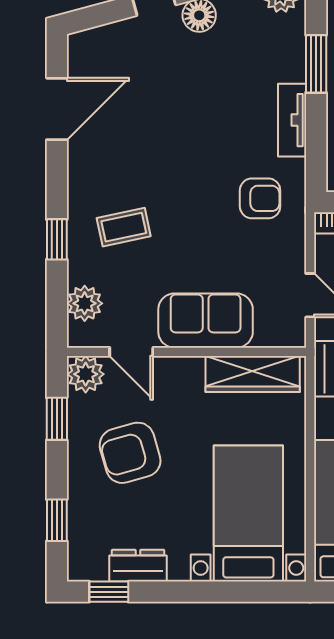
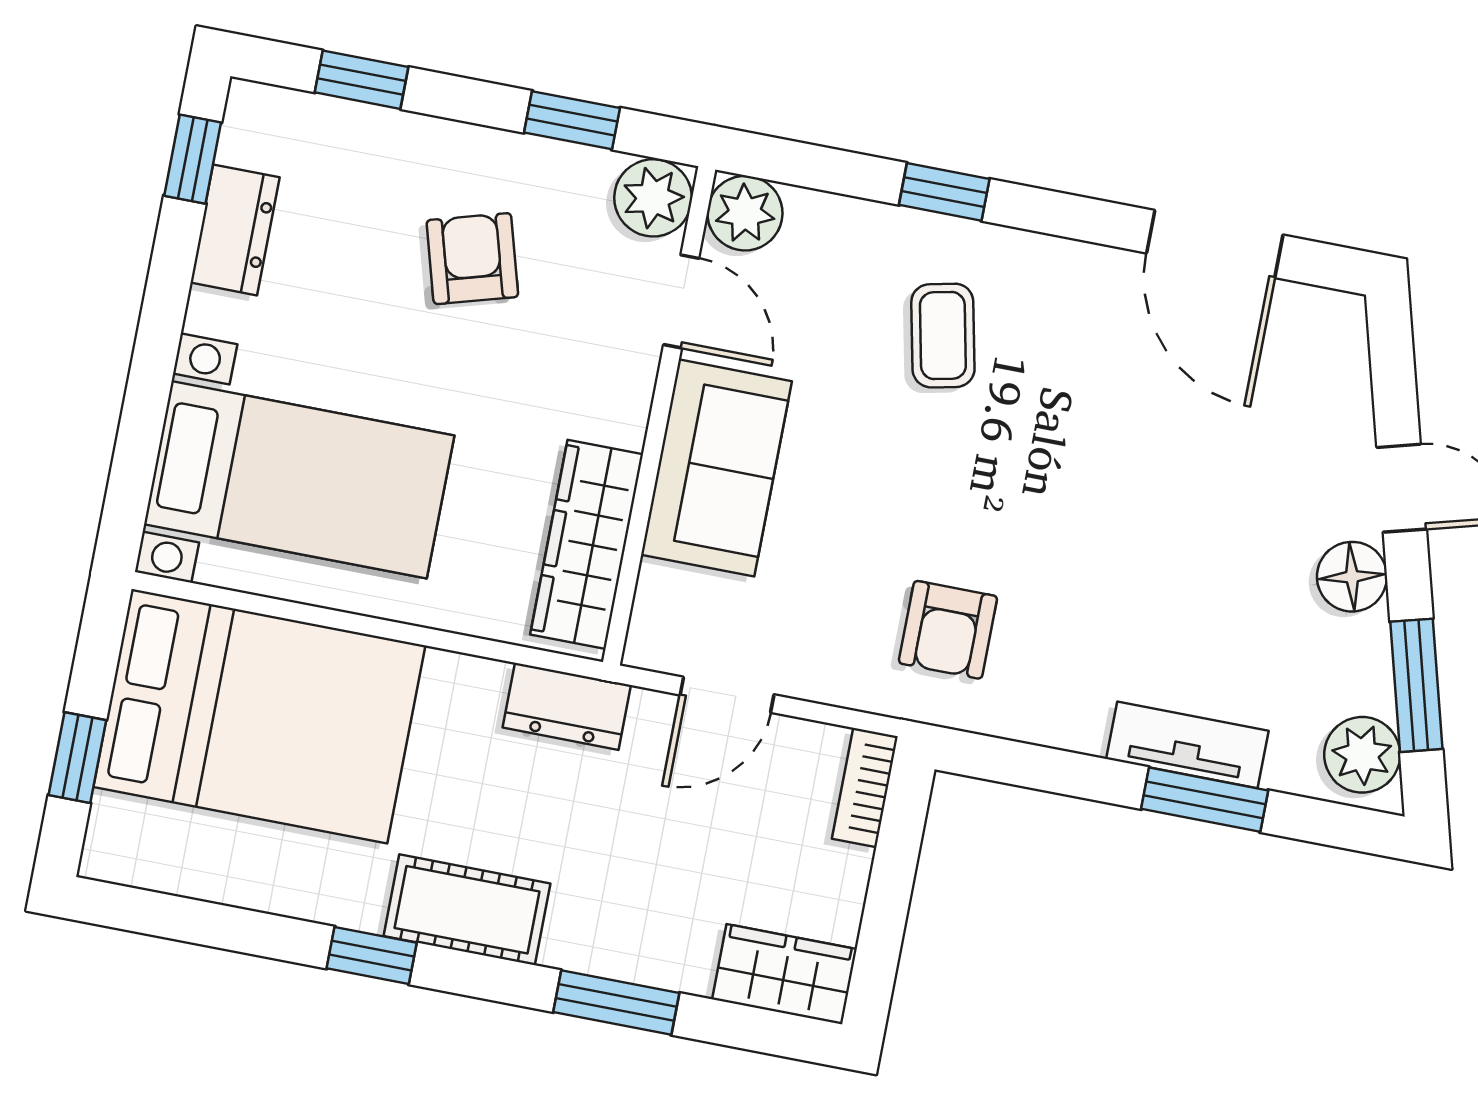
tv unit: (292, 120) -> (1187, 745), moved
plant: (85, 303) -> (745, 213), moved
door: (131, 352) -> (681, 301), swing flipped
armchair: (130, 453) -> (472, 259), width x0.72, depth x0.72

